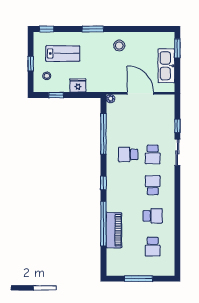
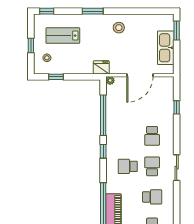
lab bench: (63, 53) -> (63, 36), turned 180
fridge: (78, 86) -> (101, 67), moved
door: (140, 93) -> (140, 75), swing flipped
sliding door: (177, 152) -> (177, 168), moved
school desk: (128, 154) -> (128, 166), moved
window: (103, 183) -> (103, 151), moved

